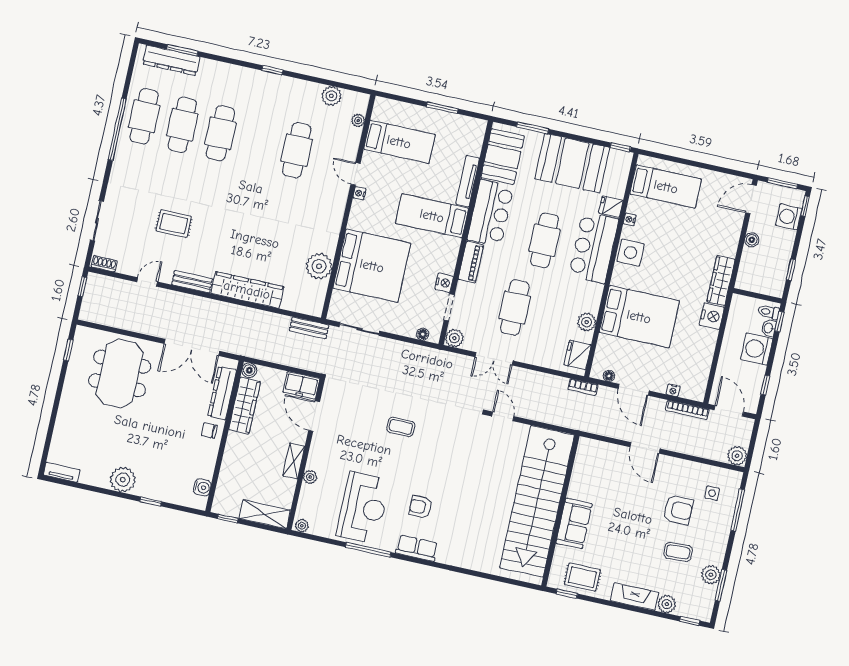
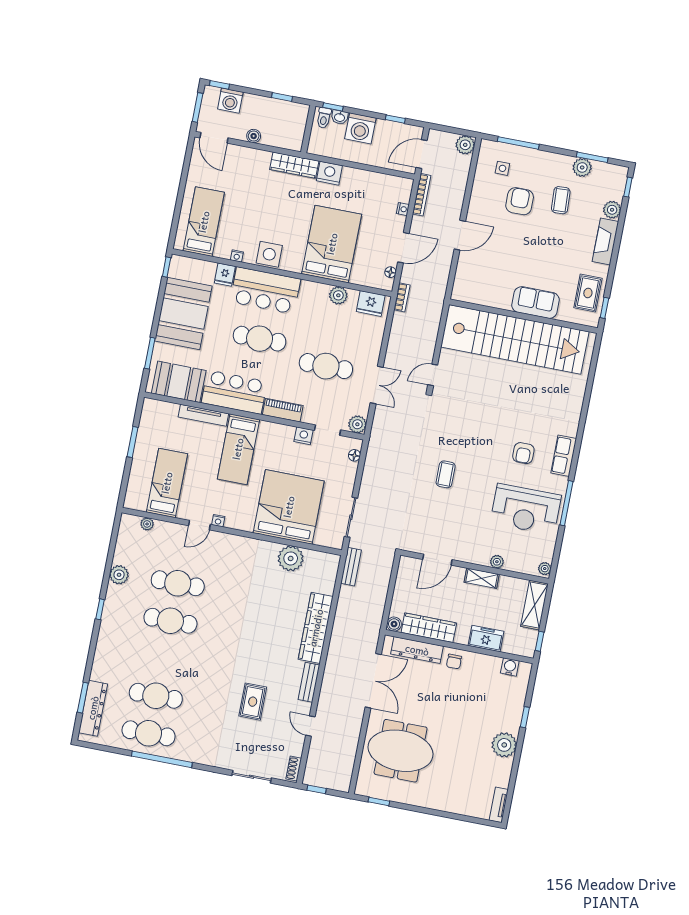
plant: (331, 96) -> (119, 575), moved
cafe table: (220, 133) -> (170, 621), moved
freezer: (301, 385) -> (486, 638), moved, turned -90
reception desk: (363, 508) -> (526, 509), turned 180

